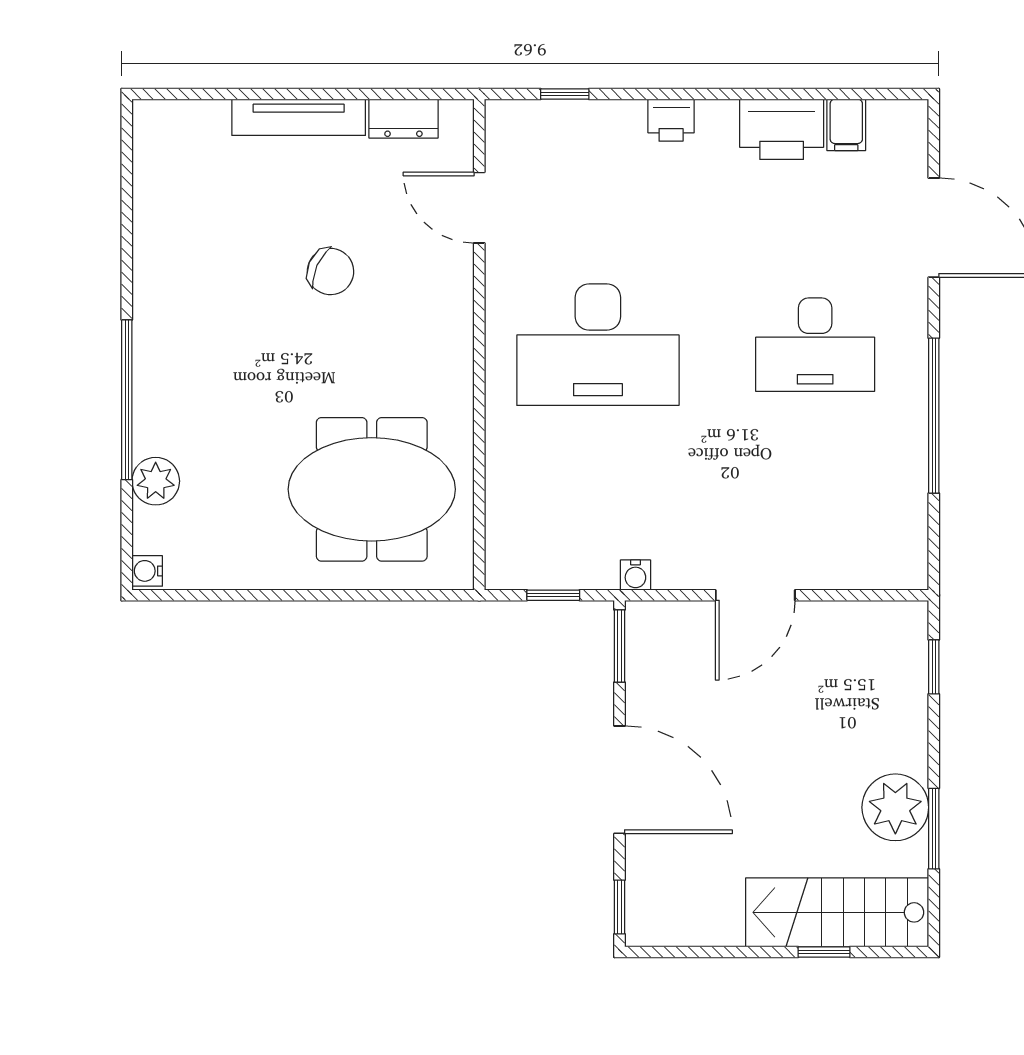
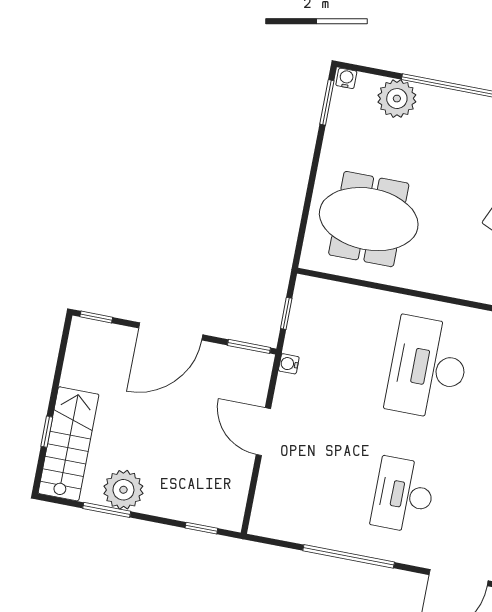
plant: (156, 481) -> (397, 99), width x1.36, depth x1.36
meeting table: (372, 489) -> (369, 219), turned 90
window: (193, 595) -> (327, 102), added

